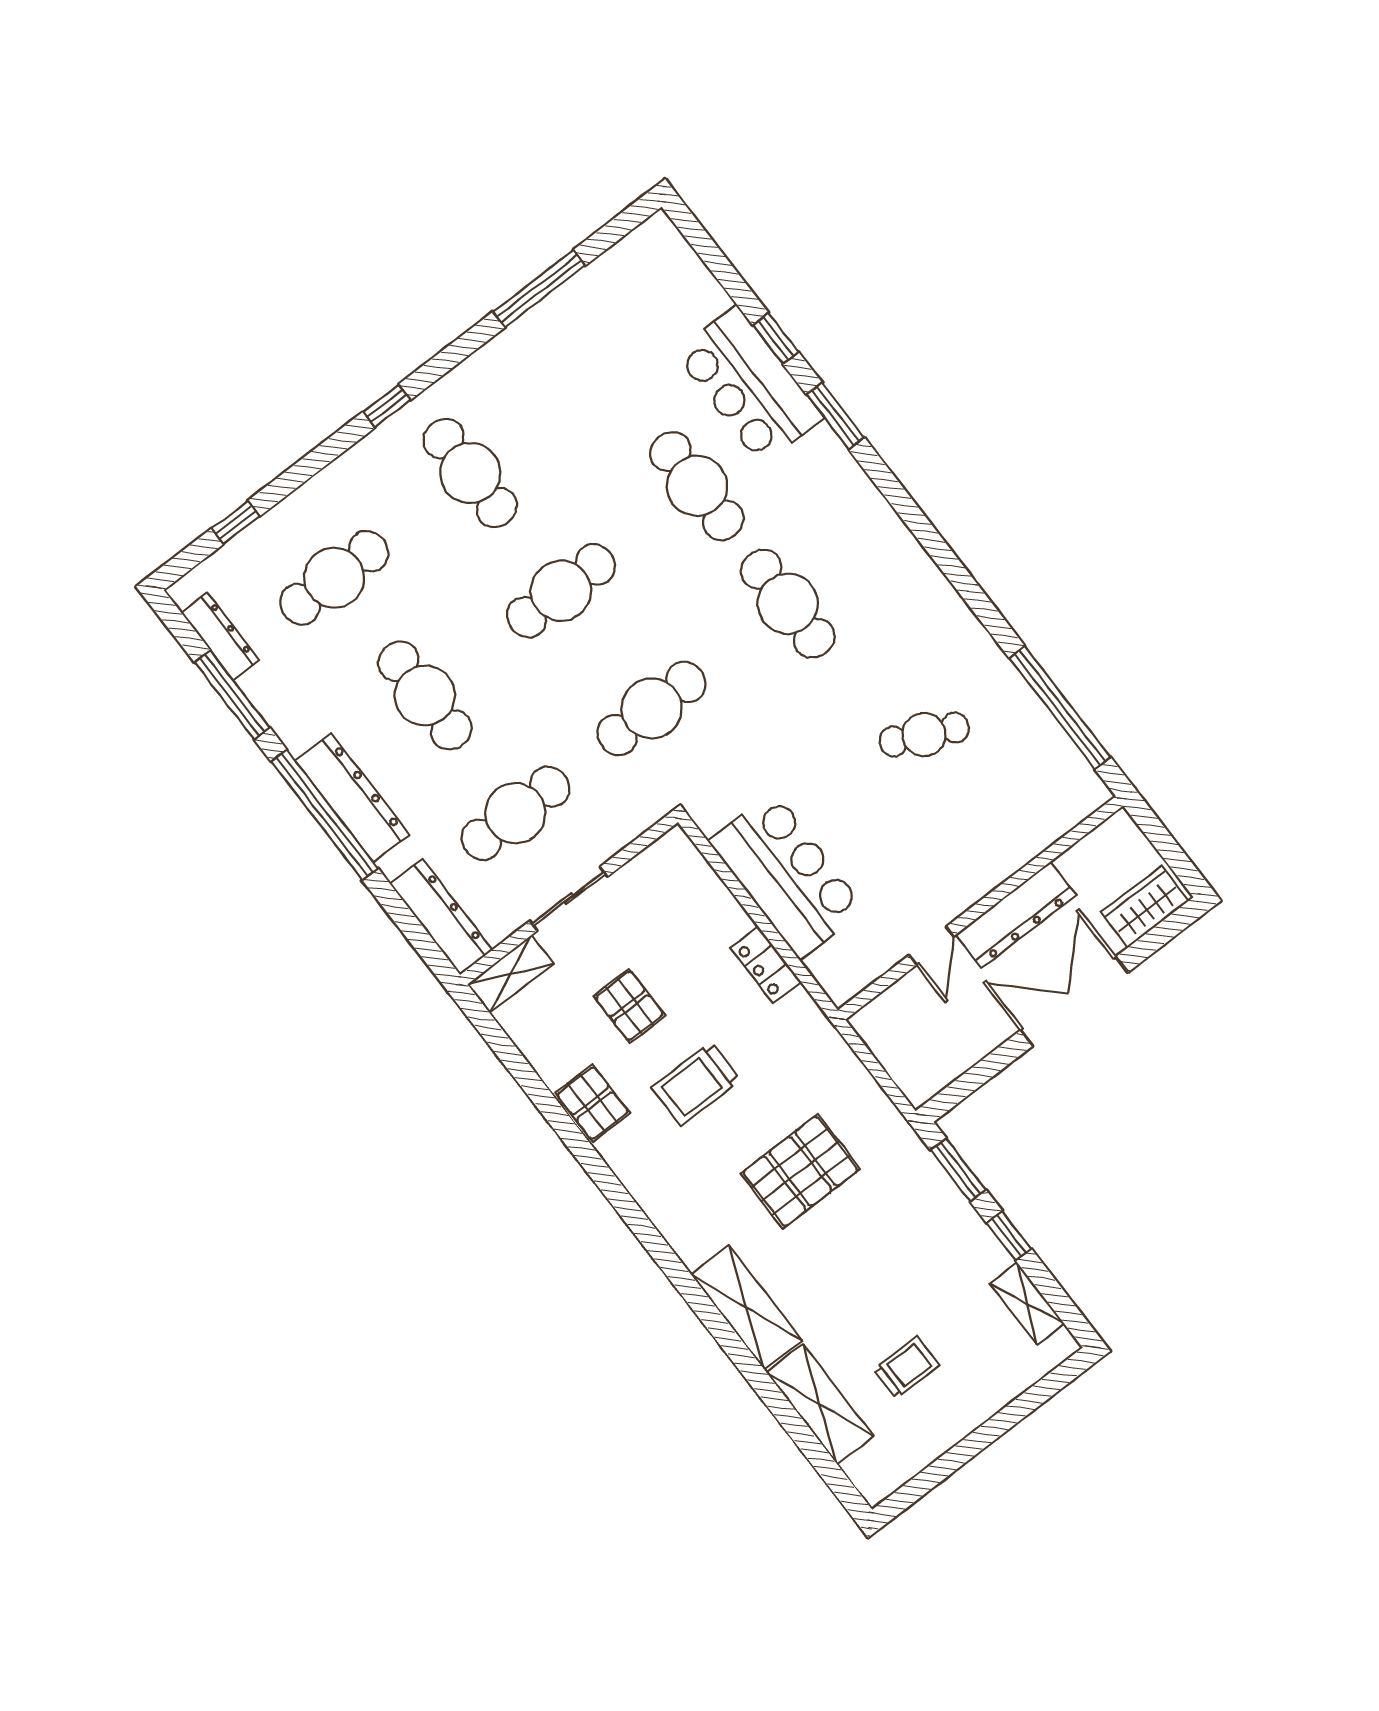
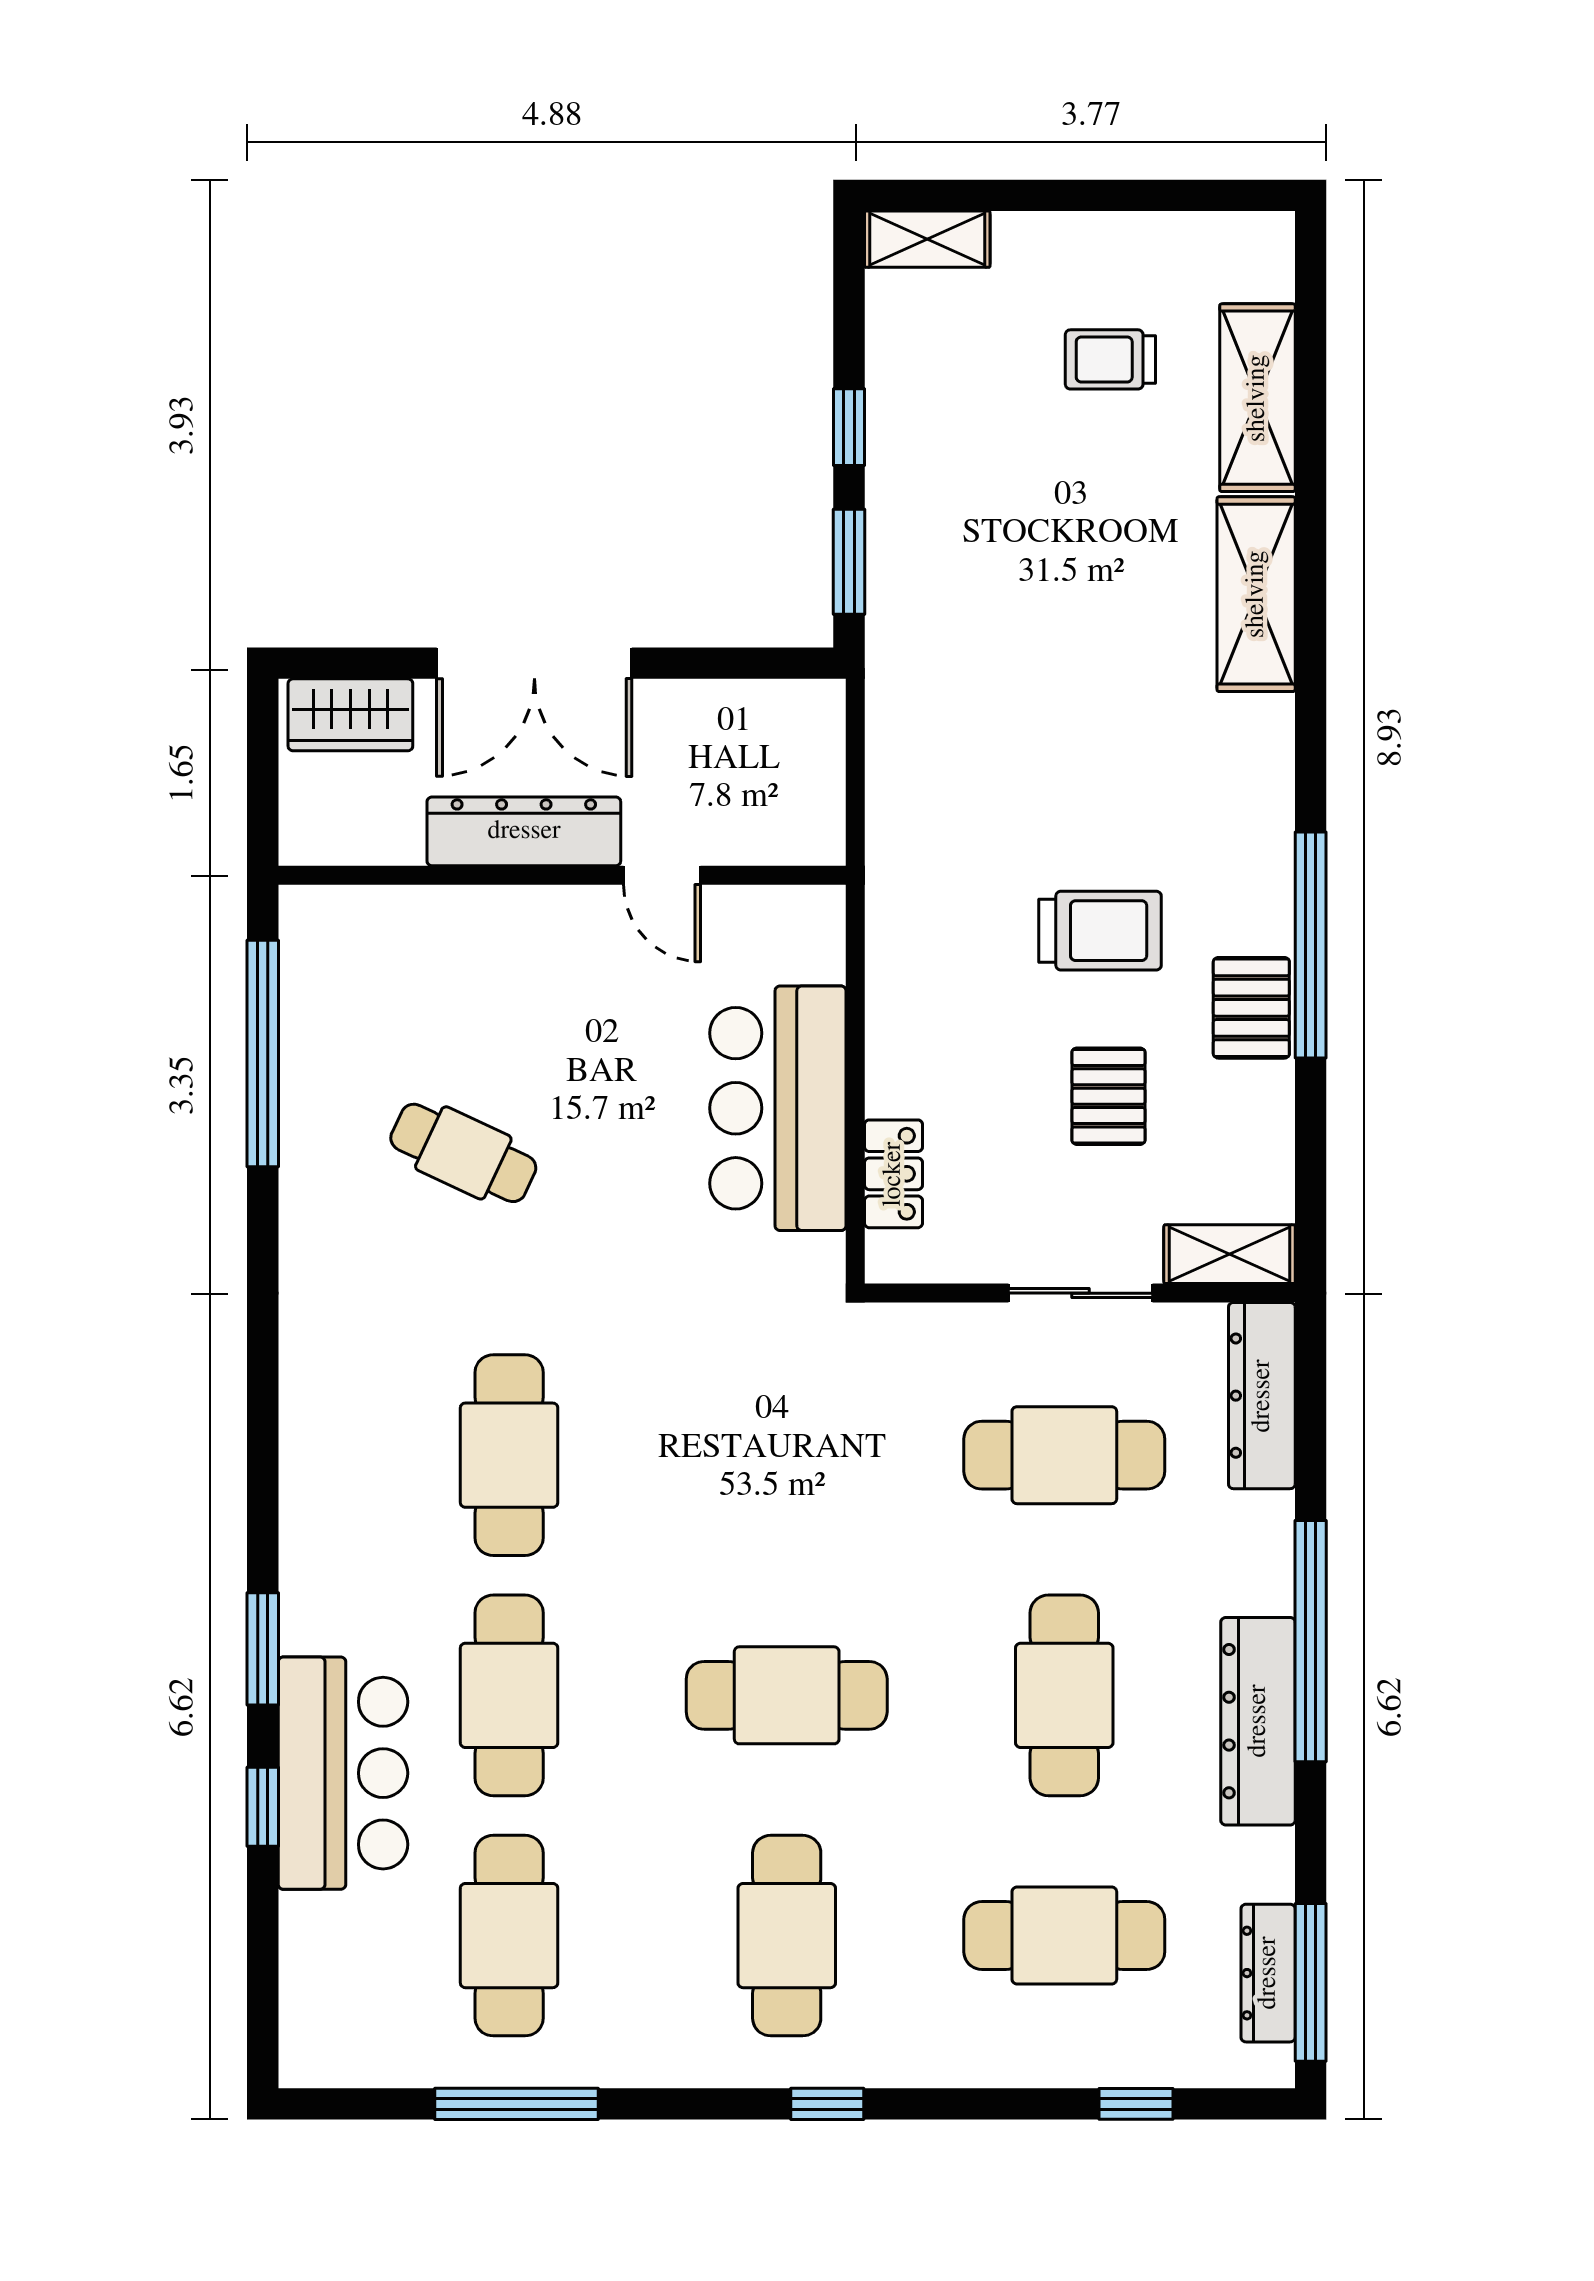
window: (232, 695) -> (1311, 1982), moved
cafe table: (652, 708) -> (509, 1936), moved, turned 90
dresser: (352, 798) -> (1258, 1721), moved
door: (932, 946) -> (662, 875), swing flipped
locker: (766, 965) -> (893, 1174), moved
window: (587, 1156) -> (1311, 945), added
pallet: (800, 1171) -> (1053, 716), removed
shelving: (1027, 1304) -> (927, 239), moved, turned 90

